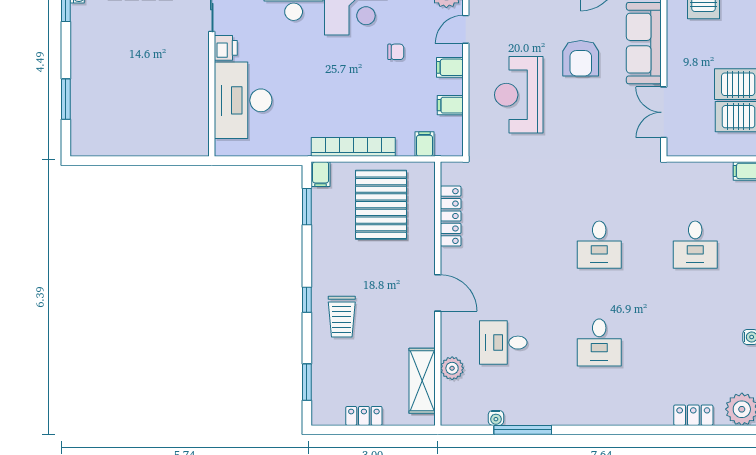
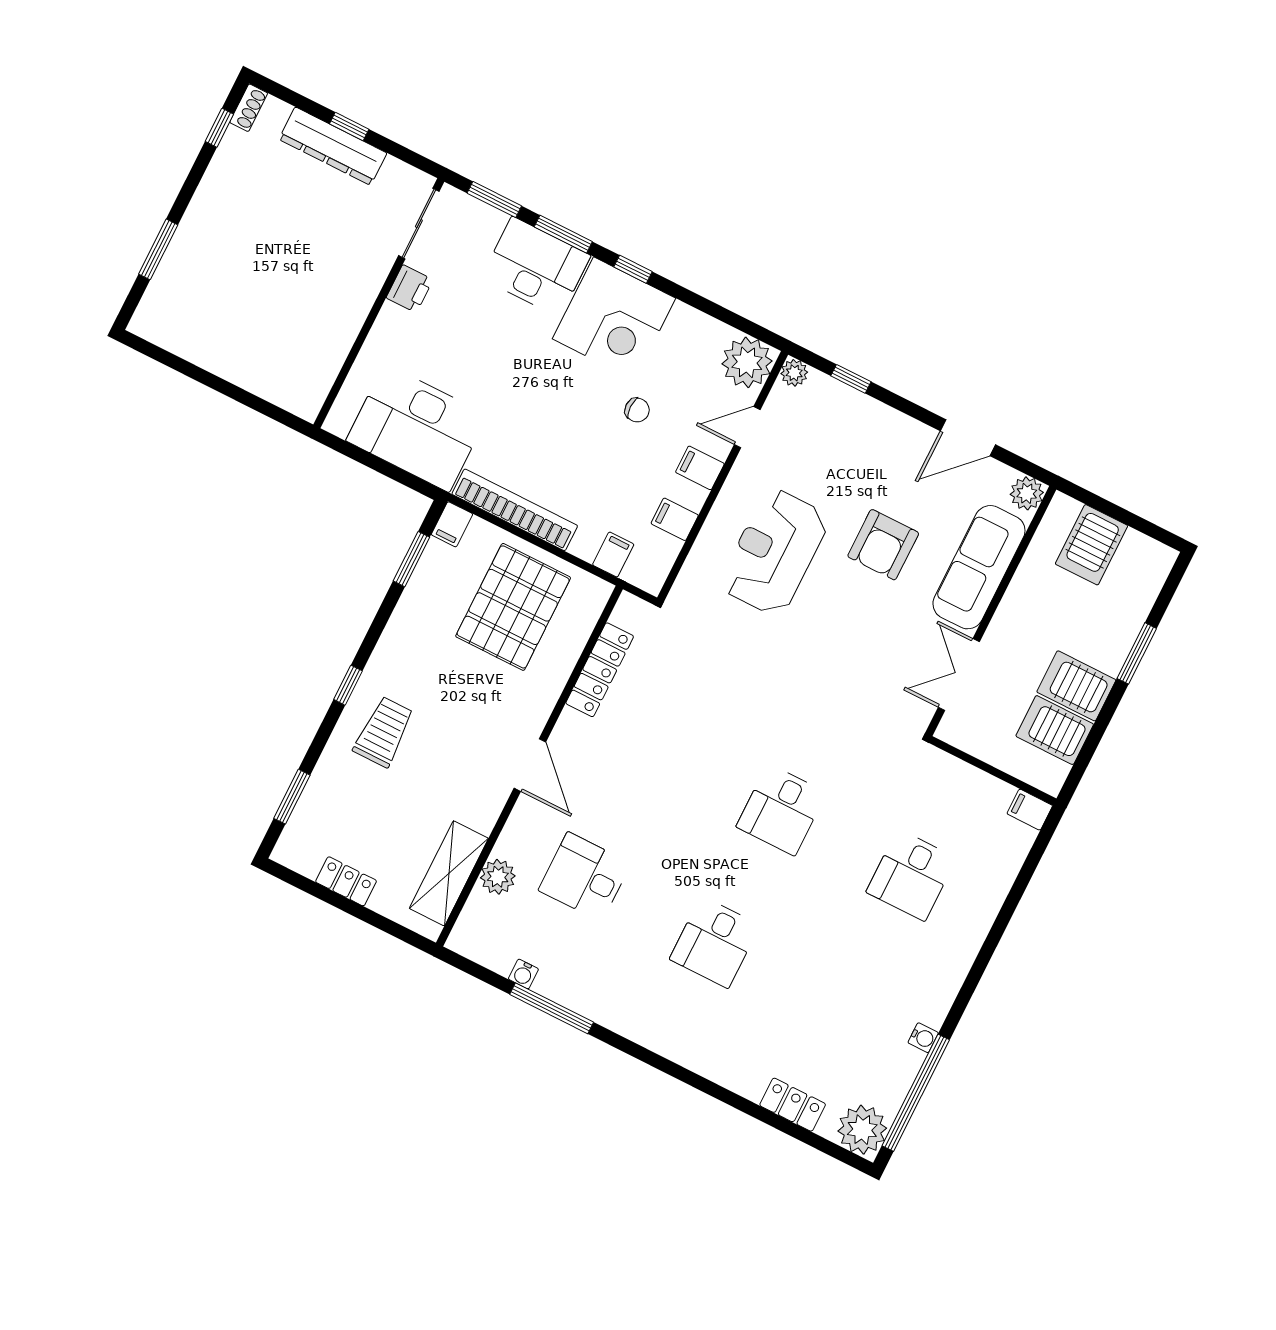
desk: (243, 100) -> (417, 428), moved, turned -90
trolley: (342, 317) -> (384, 732), turned 180

